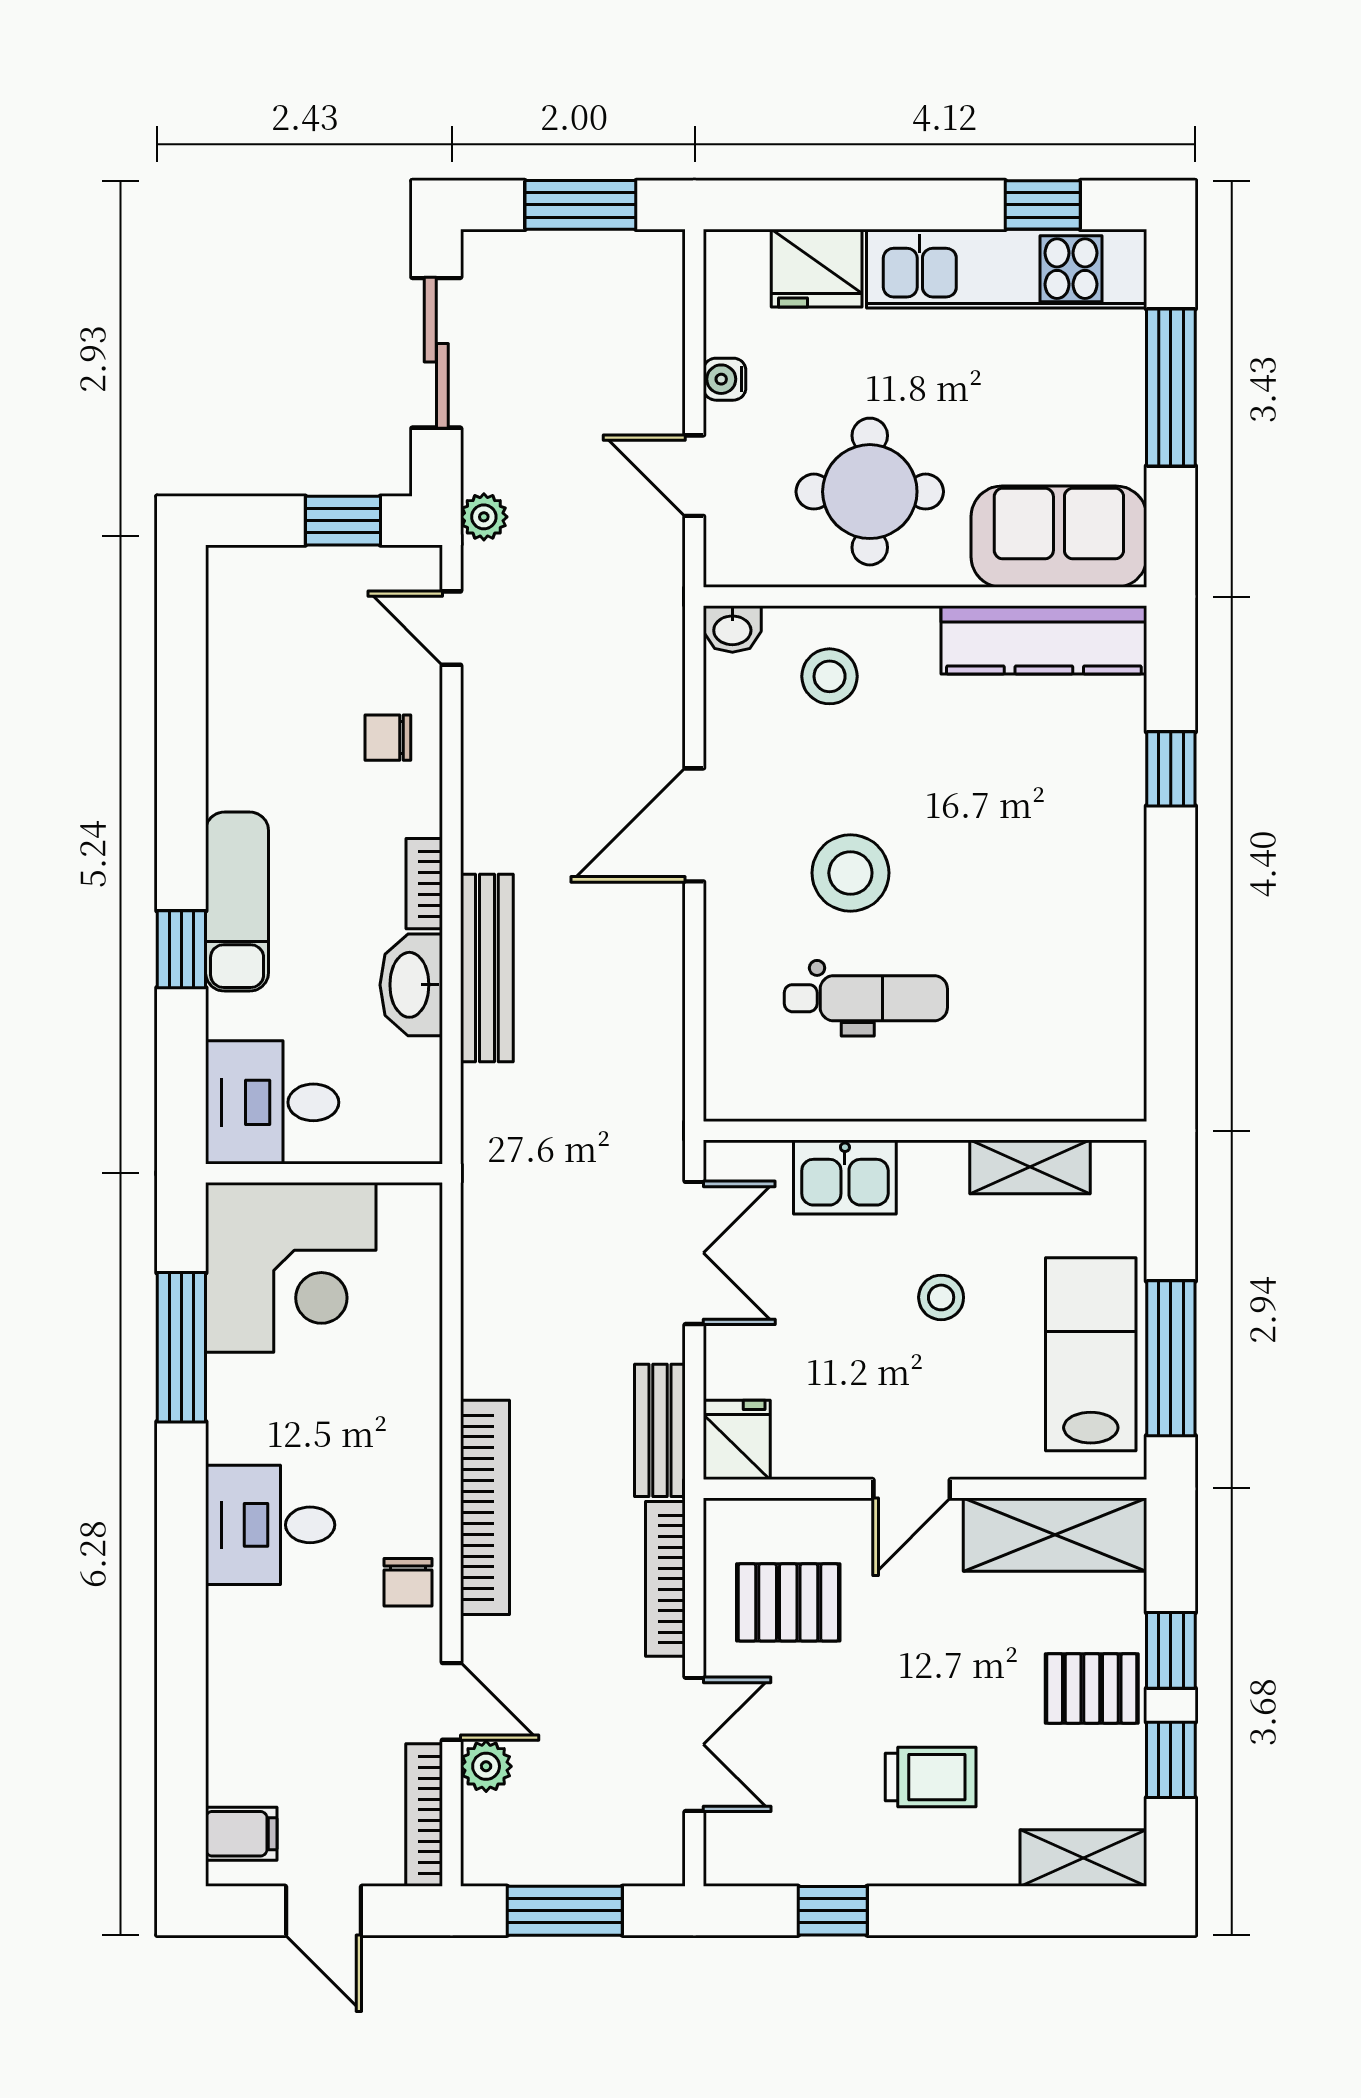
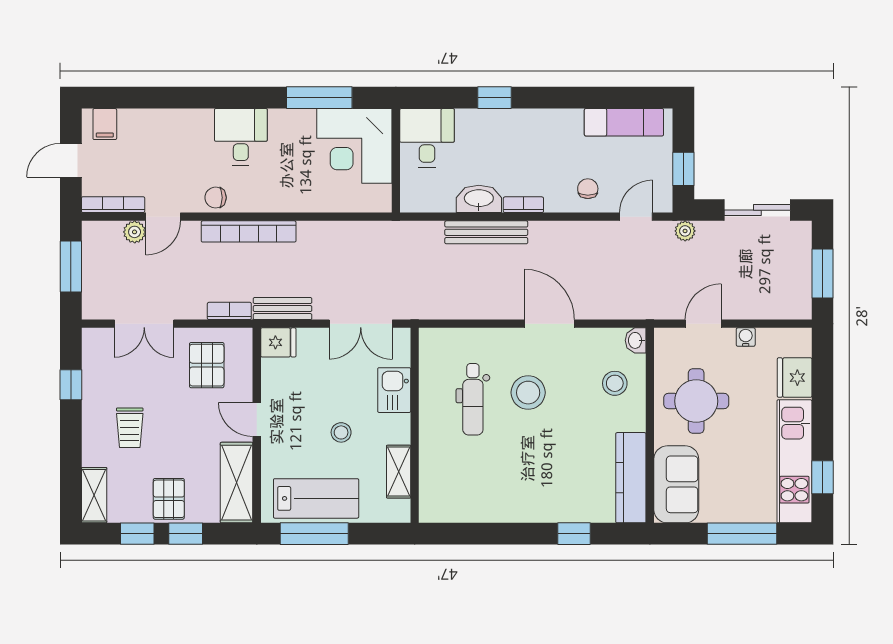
exam couch: (237, 902) -> (624, 122), moved
bookcase: (665, 1579) -> (229, 311), width x0.64

